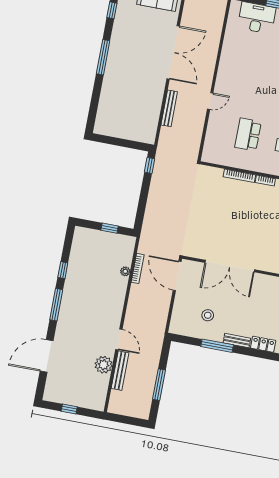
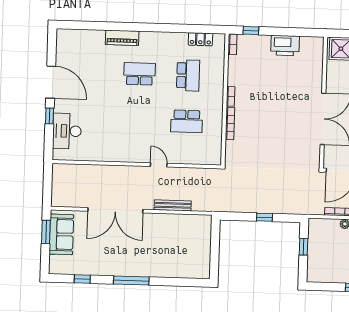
double door: (173, 52) -> (115, 210), swing flipped
window: (149, 165) -> (265, 217), moved

